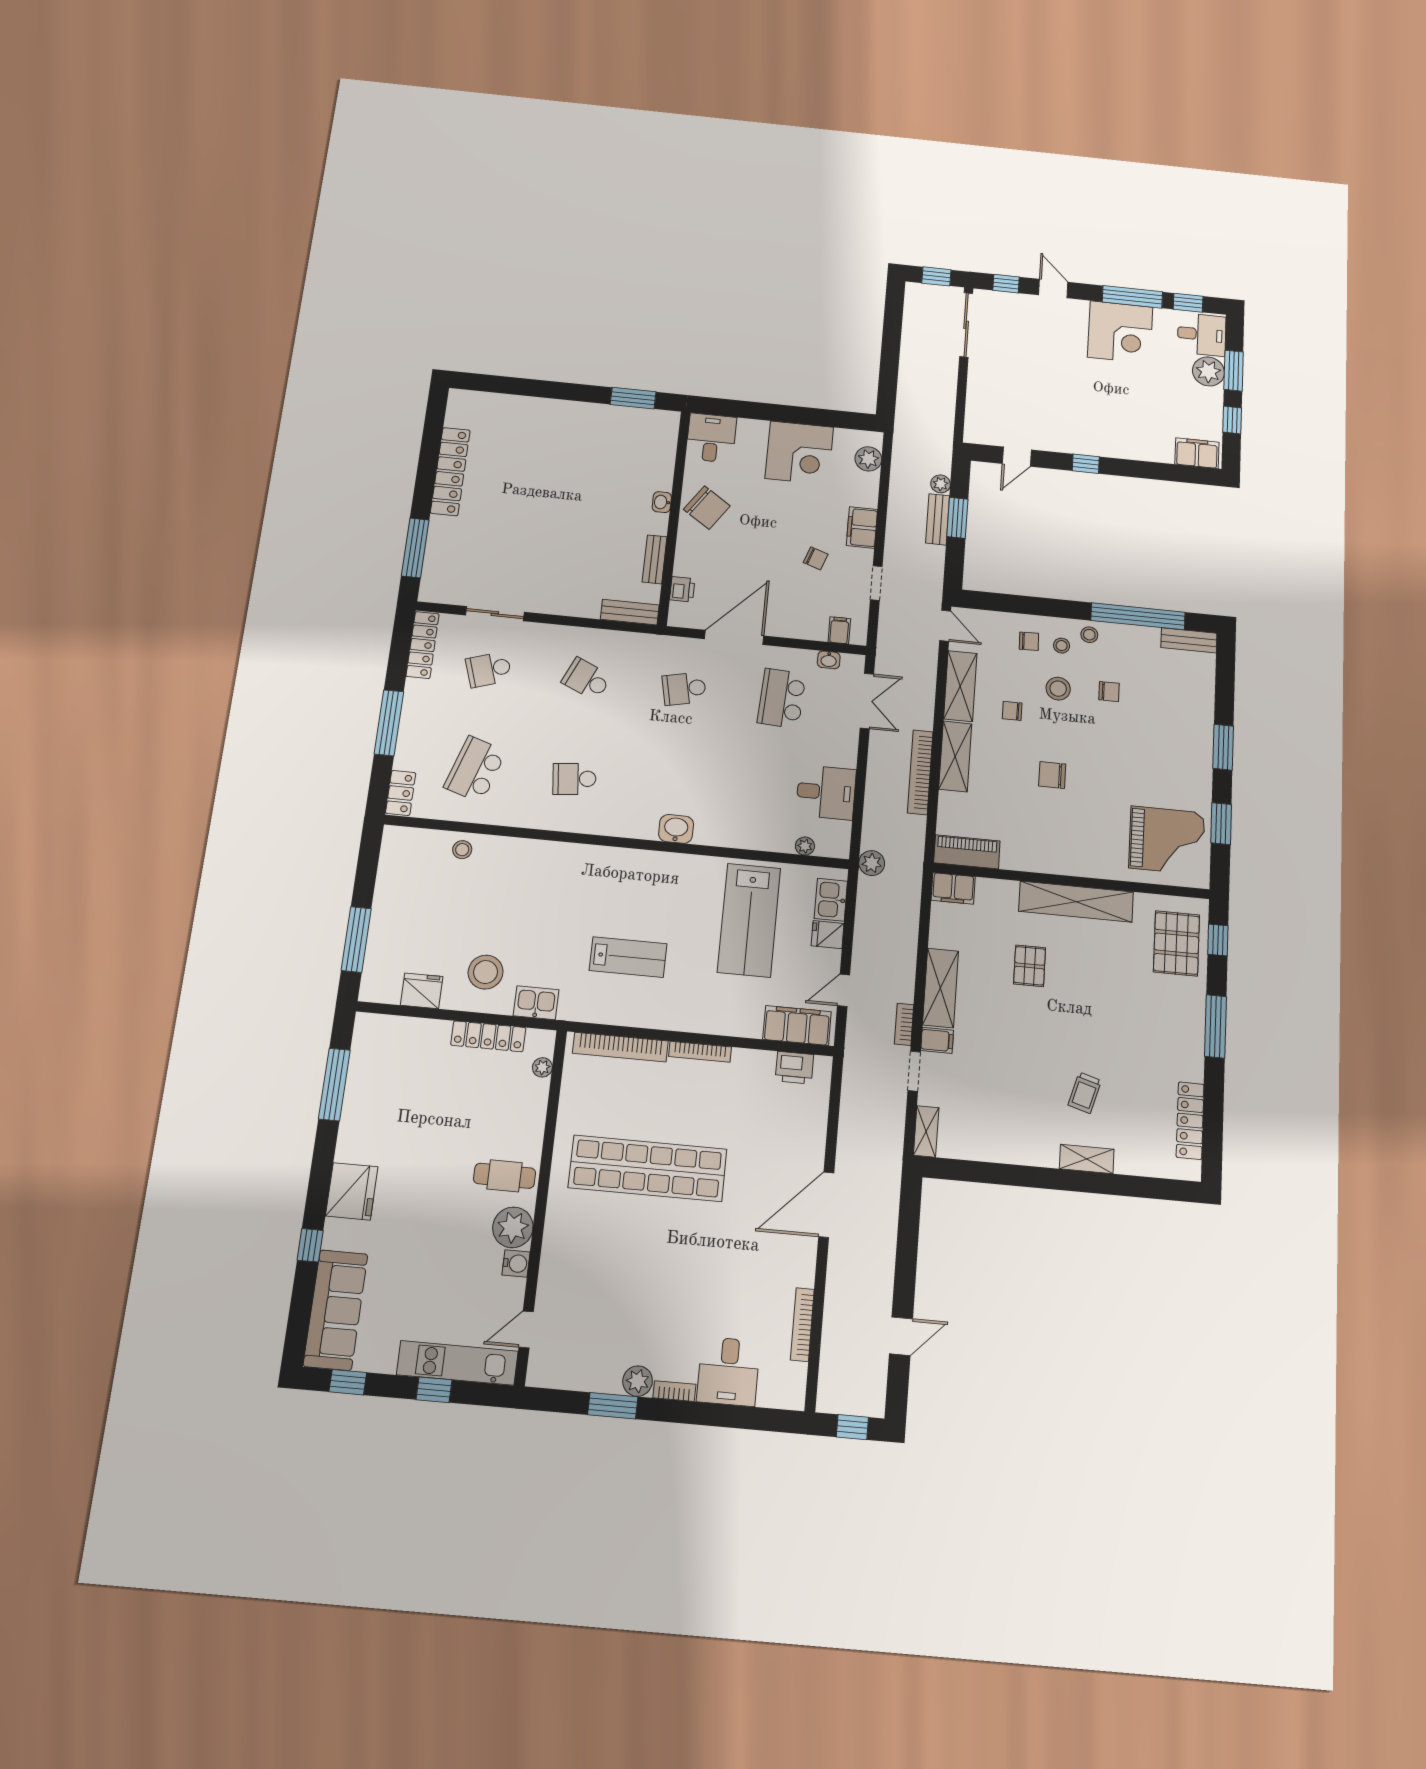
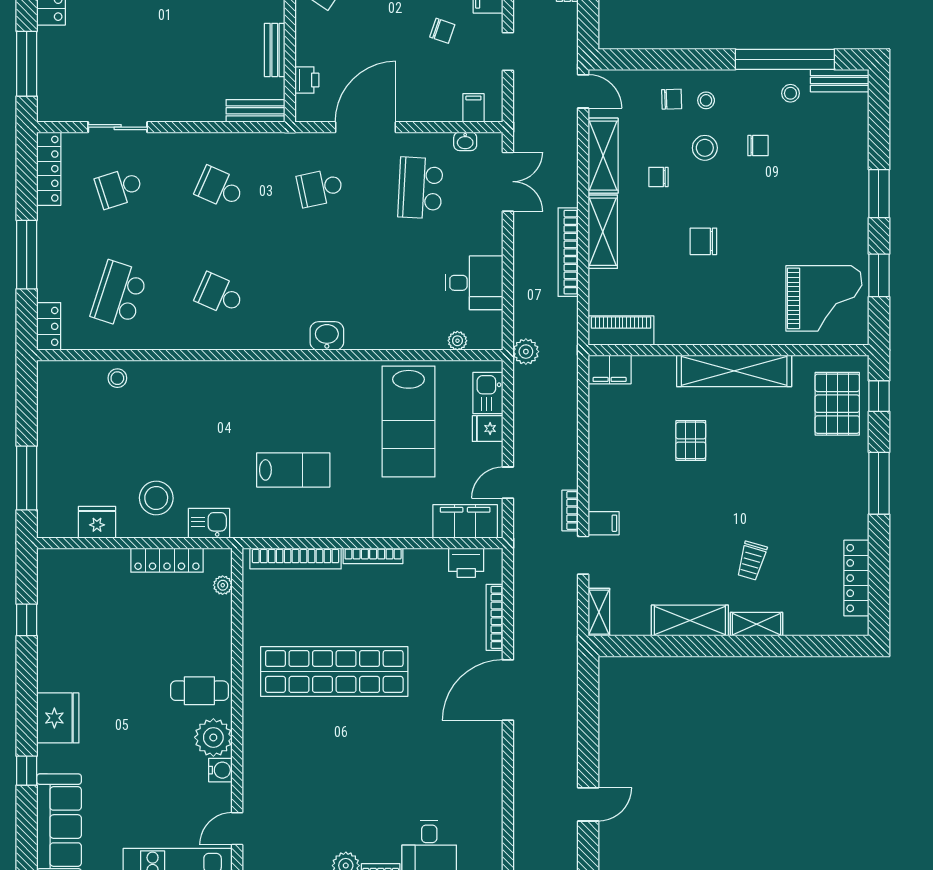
stool: (1089, 635) -> (790, 93), moved
school desk: (574, 779) -> (220, 294), turned 30
shelving: (941, 988) -> (690, 621), moved, turned 90
window: (334, 1084) -> (27, 620), width x0.46
bookcase: (802, 1325) -> (495, 617), moved

